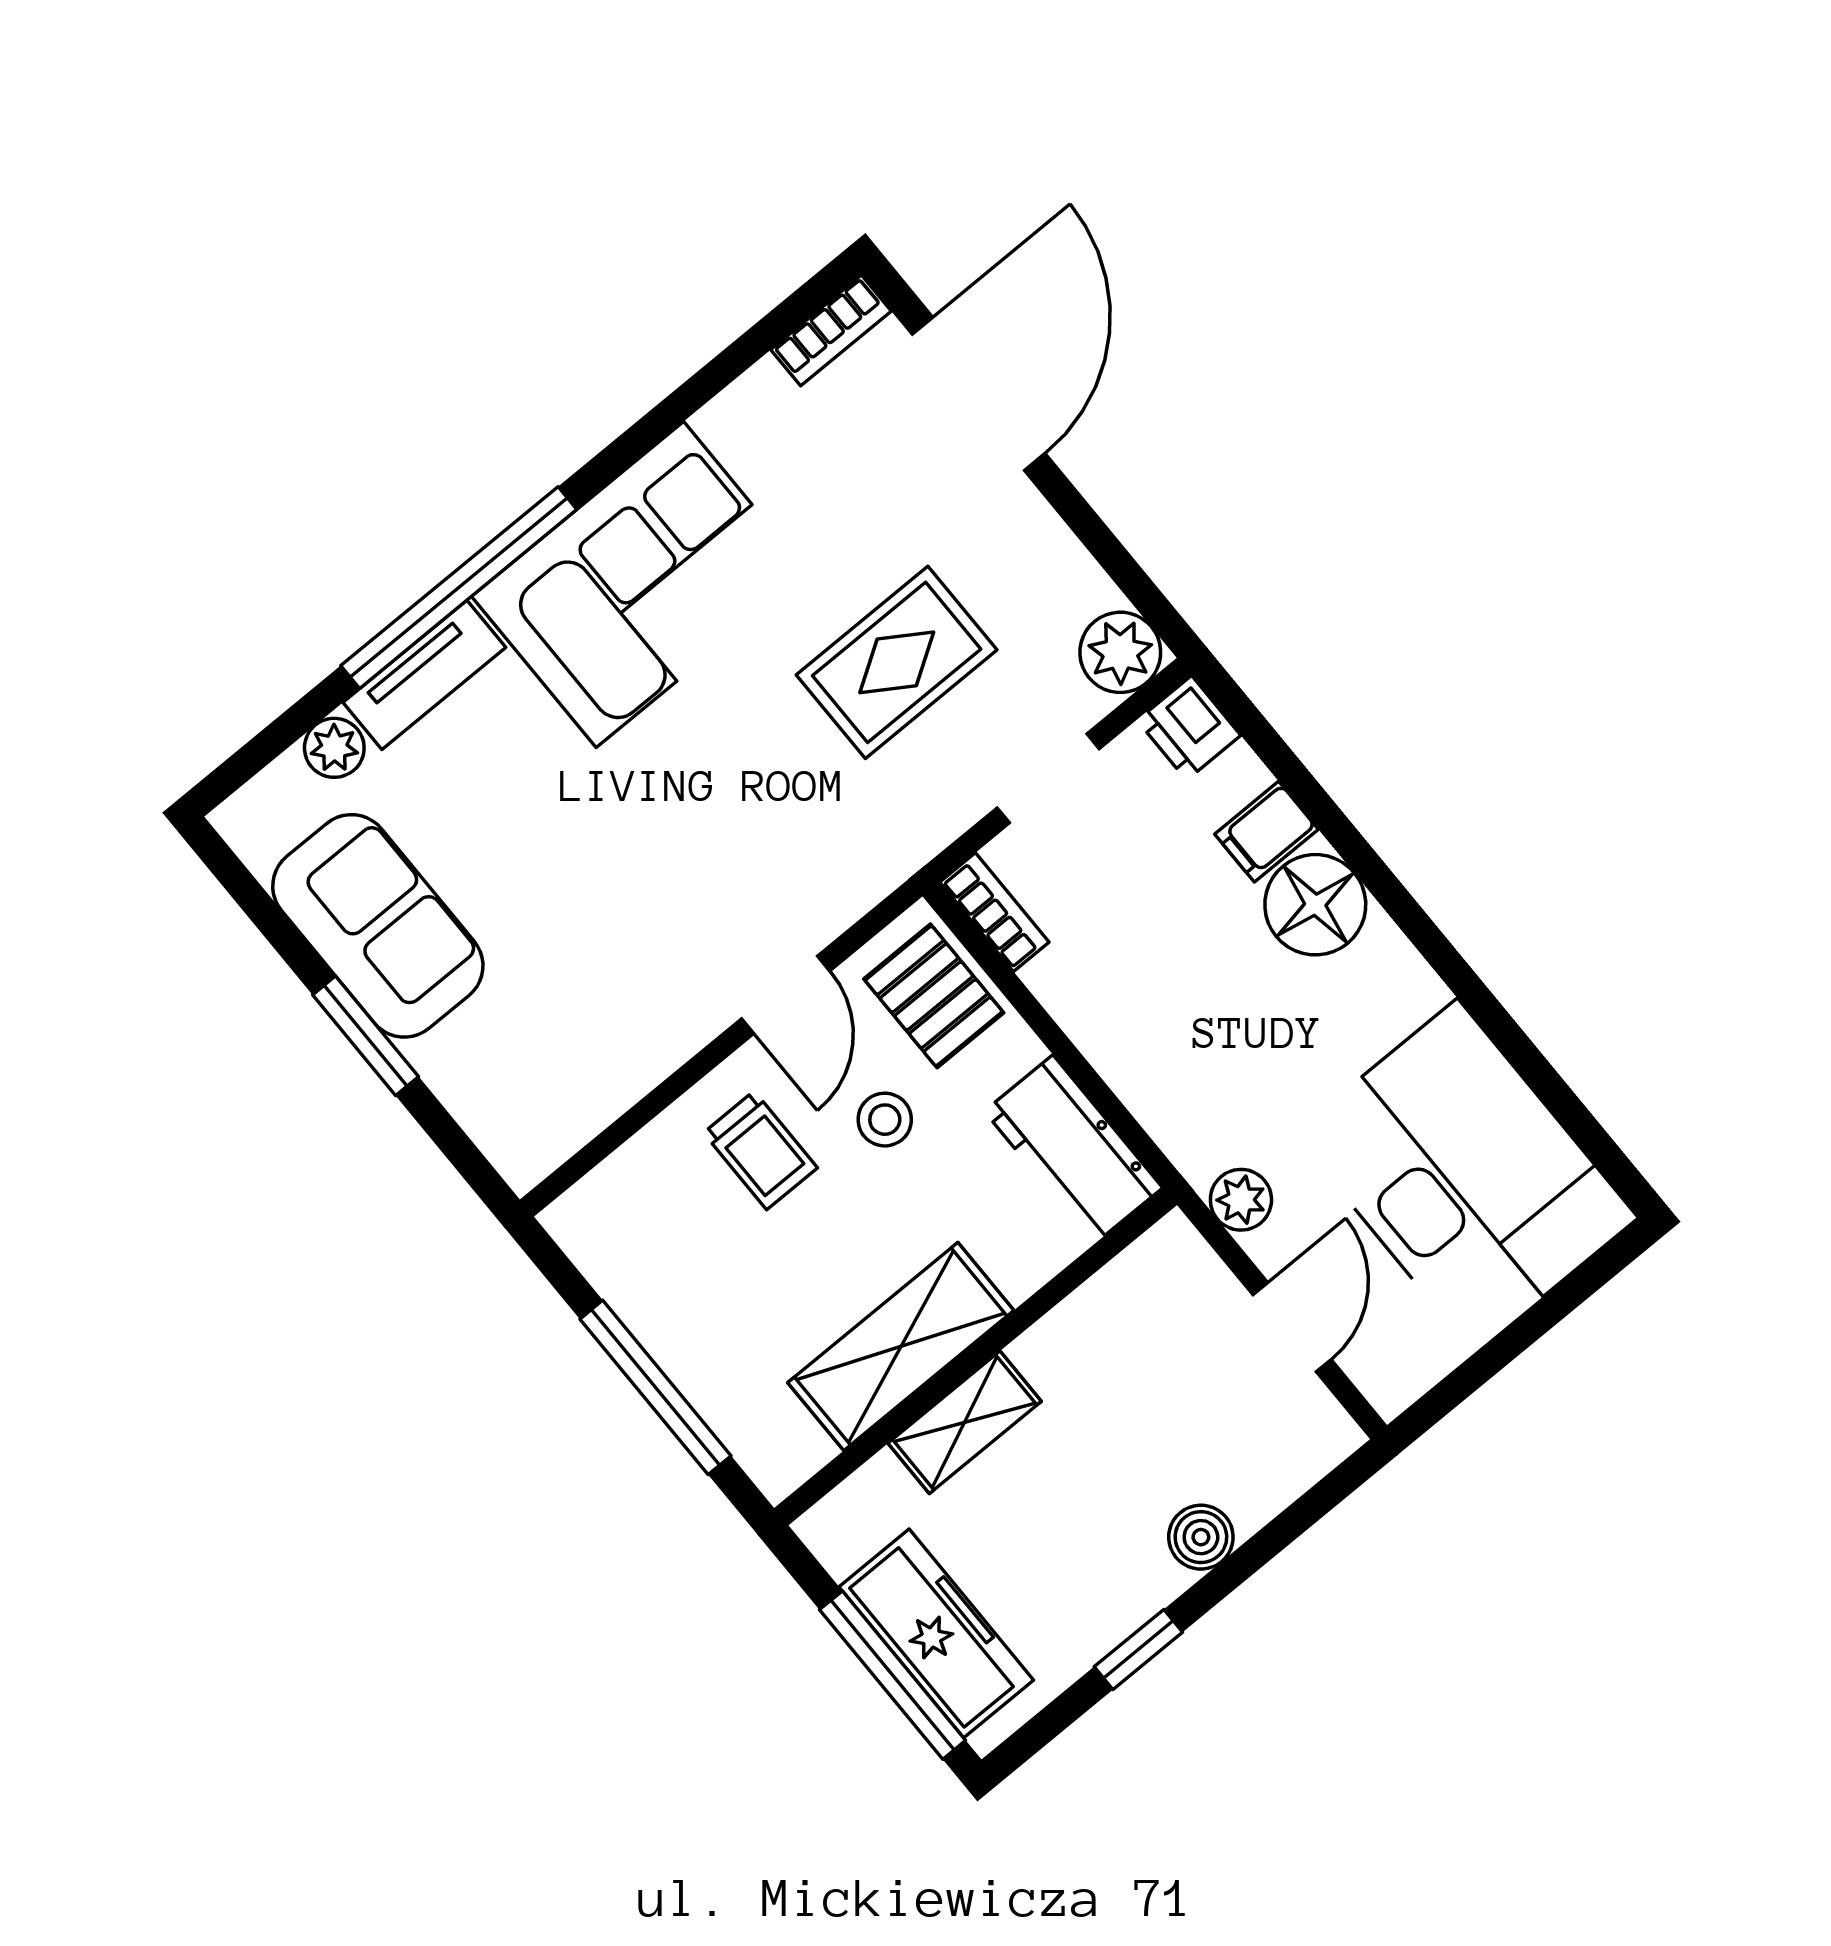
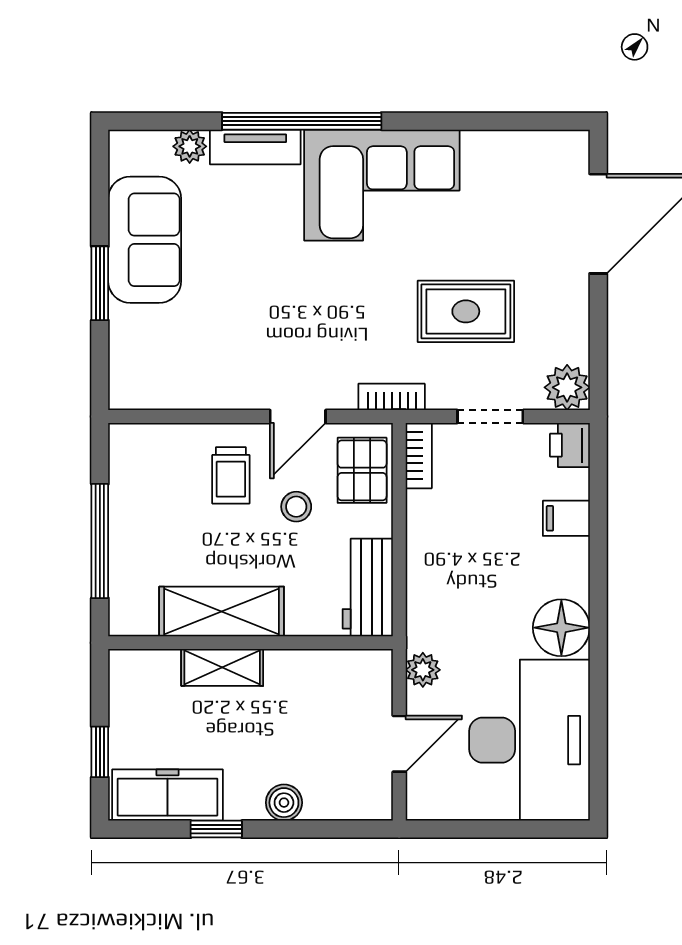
bookcase: (831, 330) -> (392, 397), moved, turned 180
floor lamp: (1315, 905) -> (561, 628), moved
freezer: (936, 1633) -> (167, 795), moved, turned -90
window: (893, 1675) -> (100, 752), width x0.46

